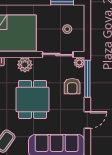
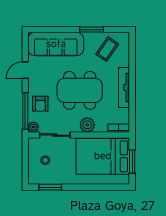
armchair: (72, 86) -> (40, 104), turned 180
dining table: (33, 99) -> (80, 90), width x1.38

